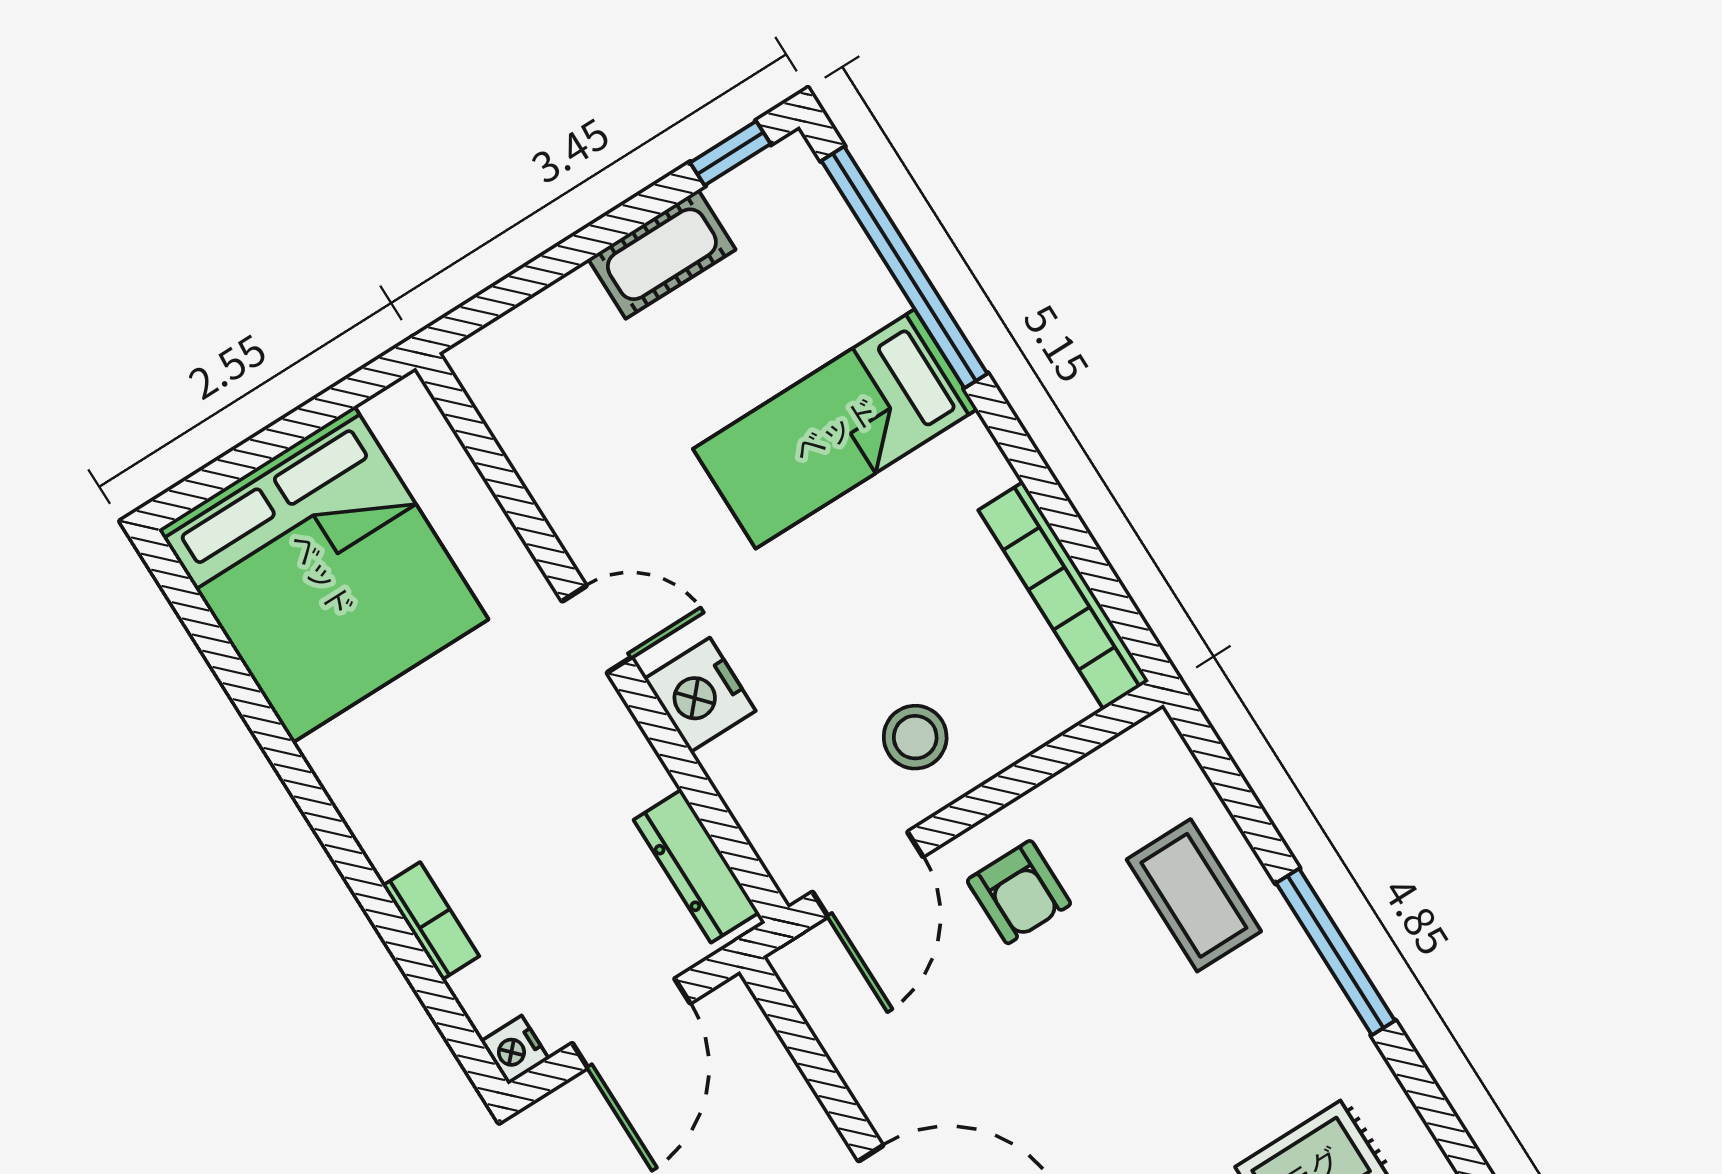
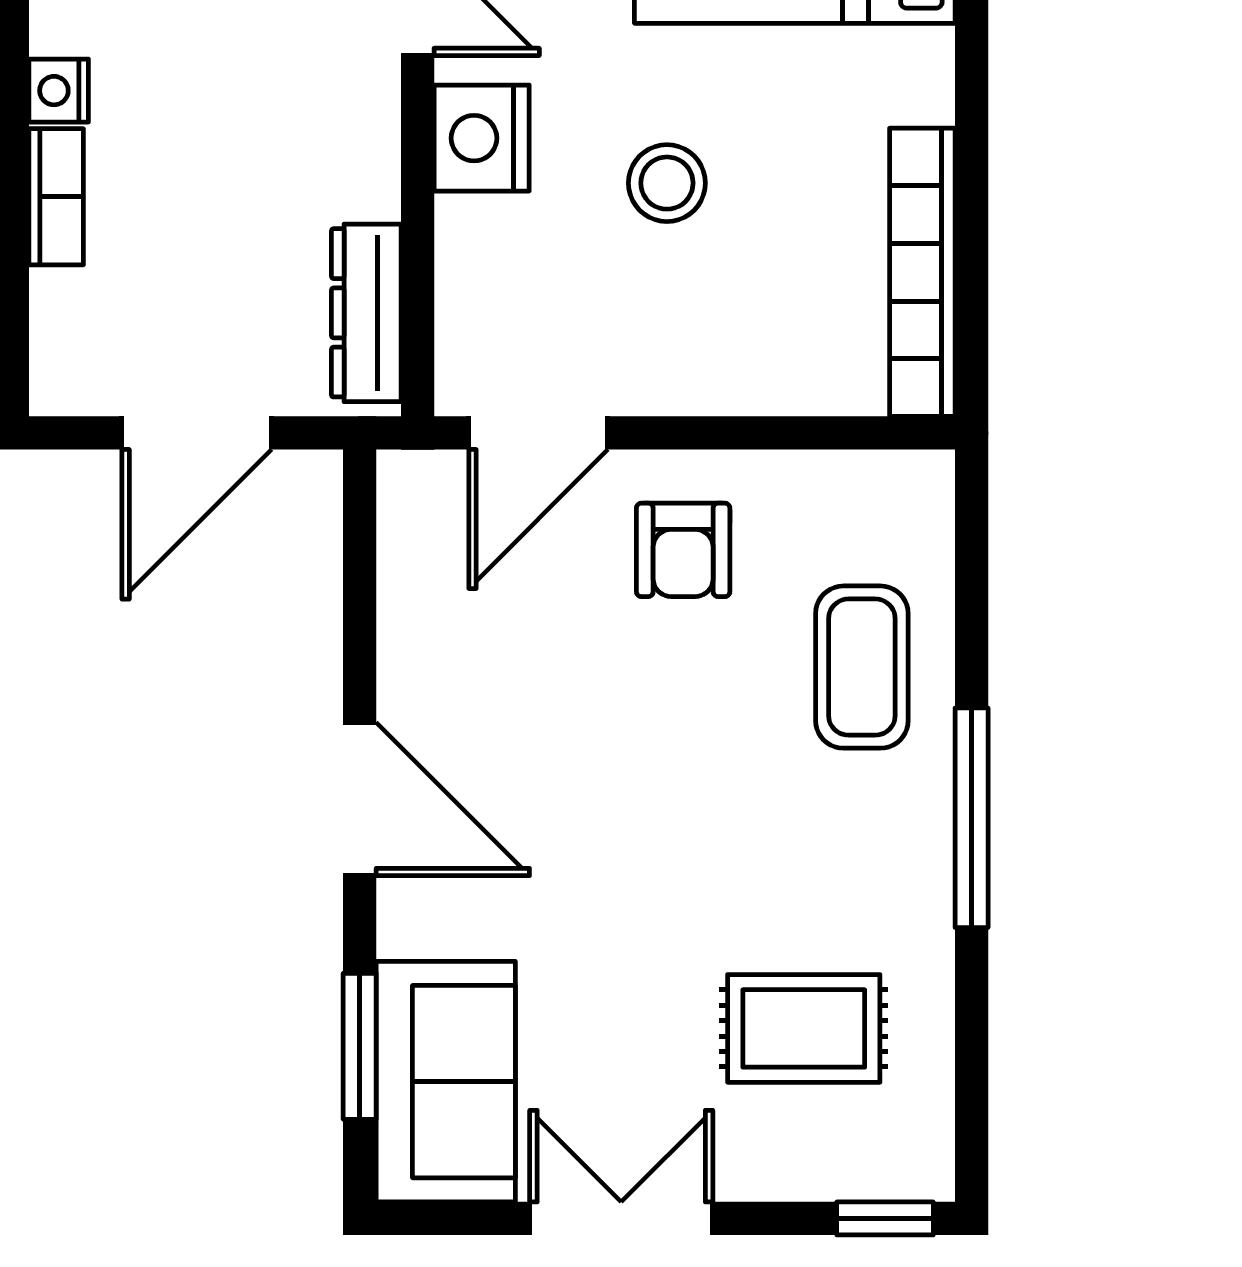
stool: (915, 737) -> (667, 183), moved
nightstand: (515, 1050) -> (59, 91), moved

